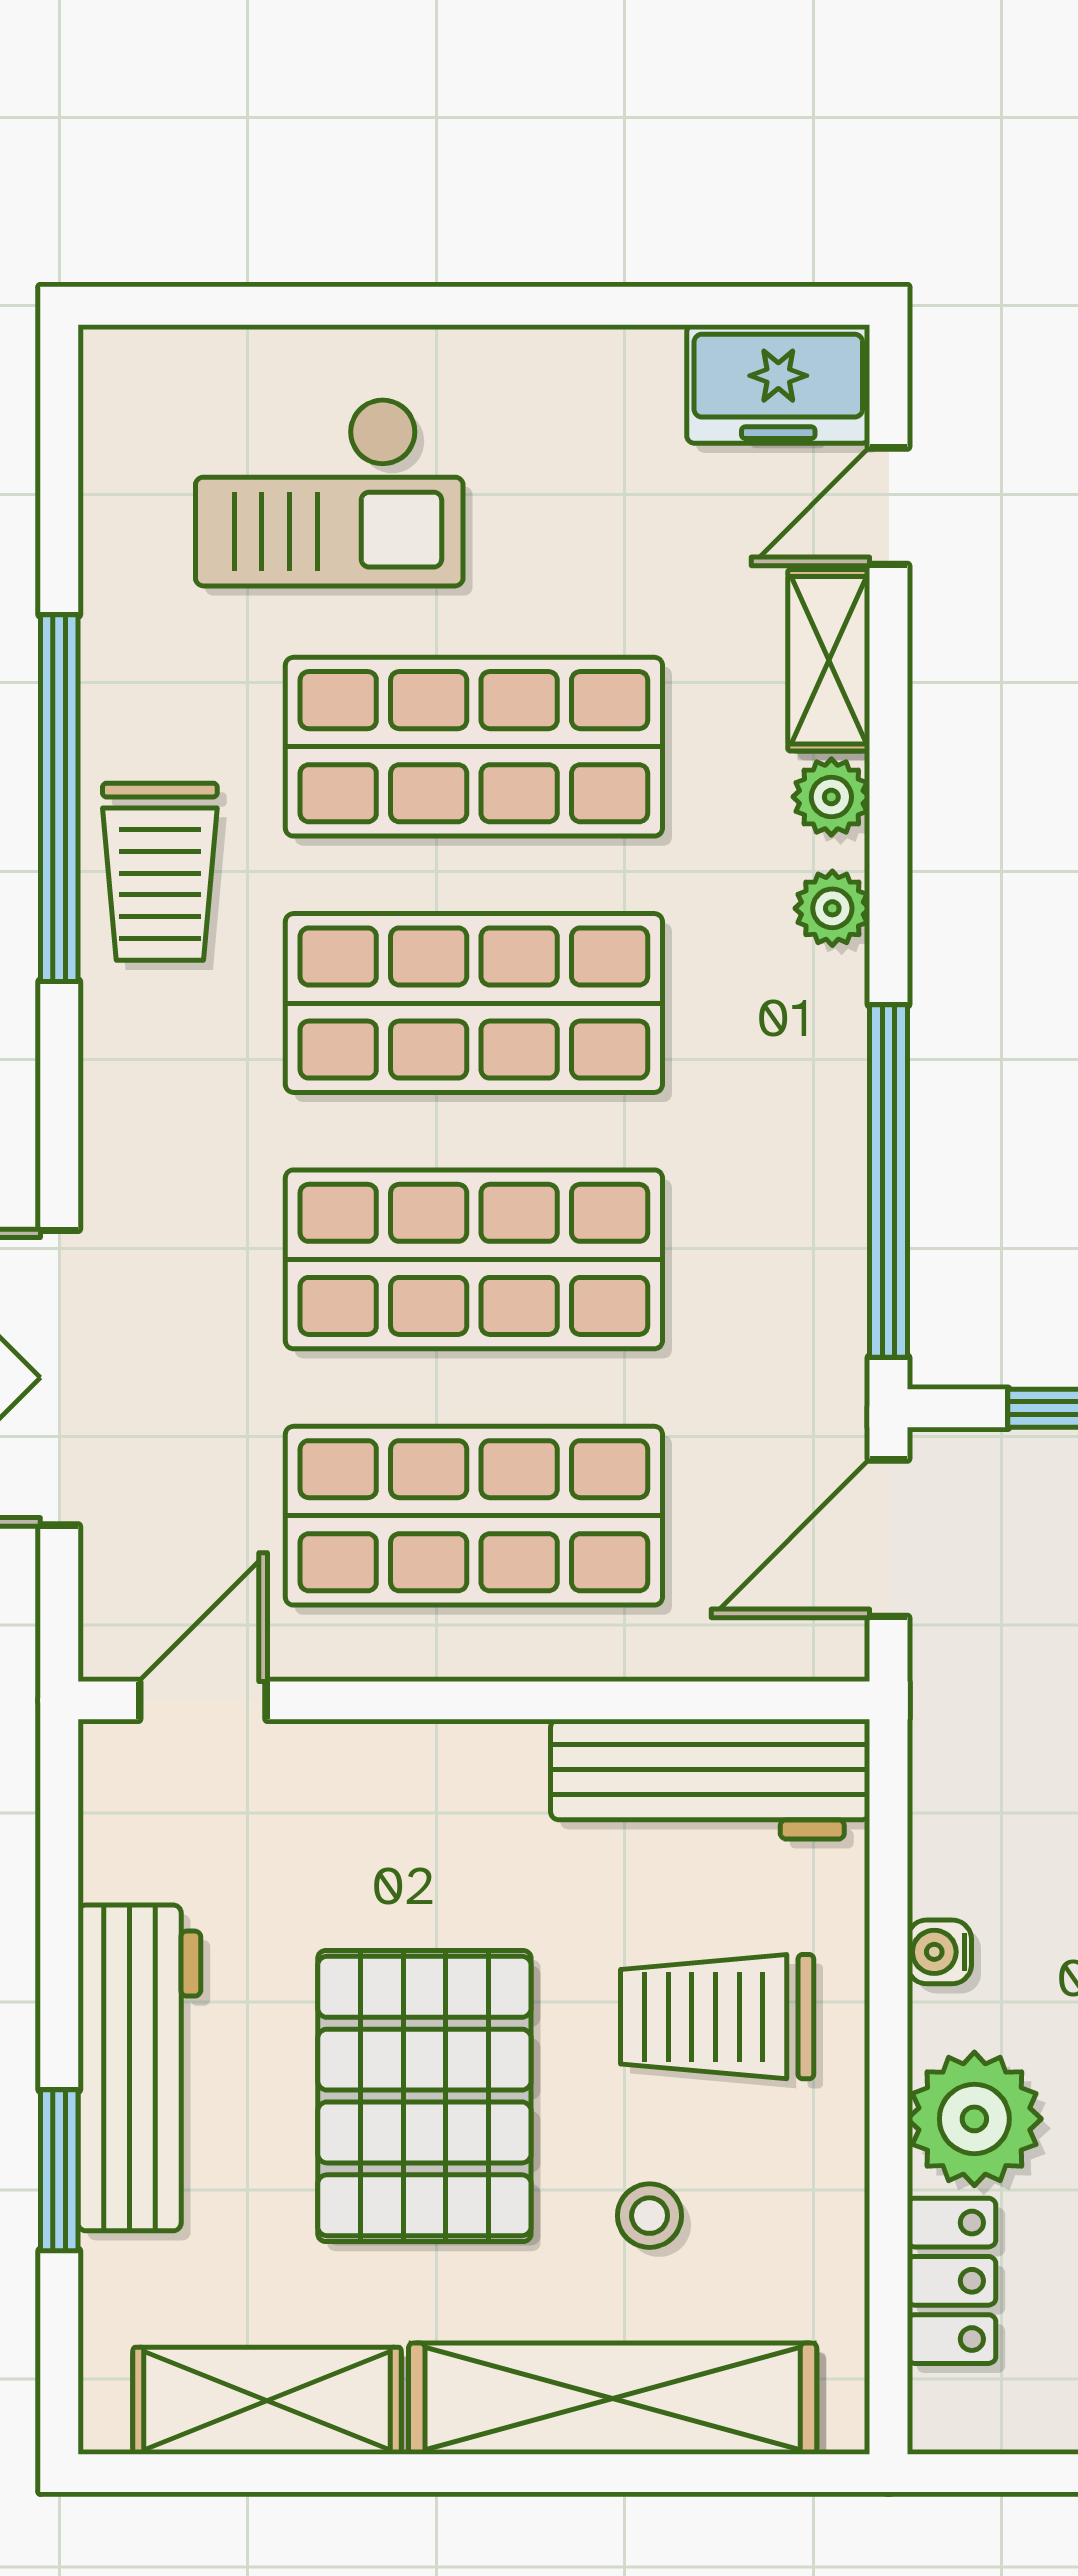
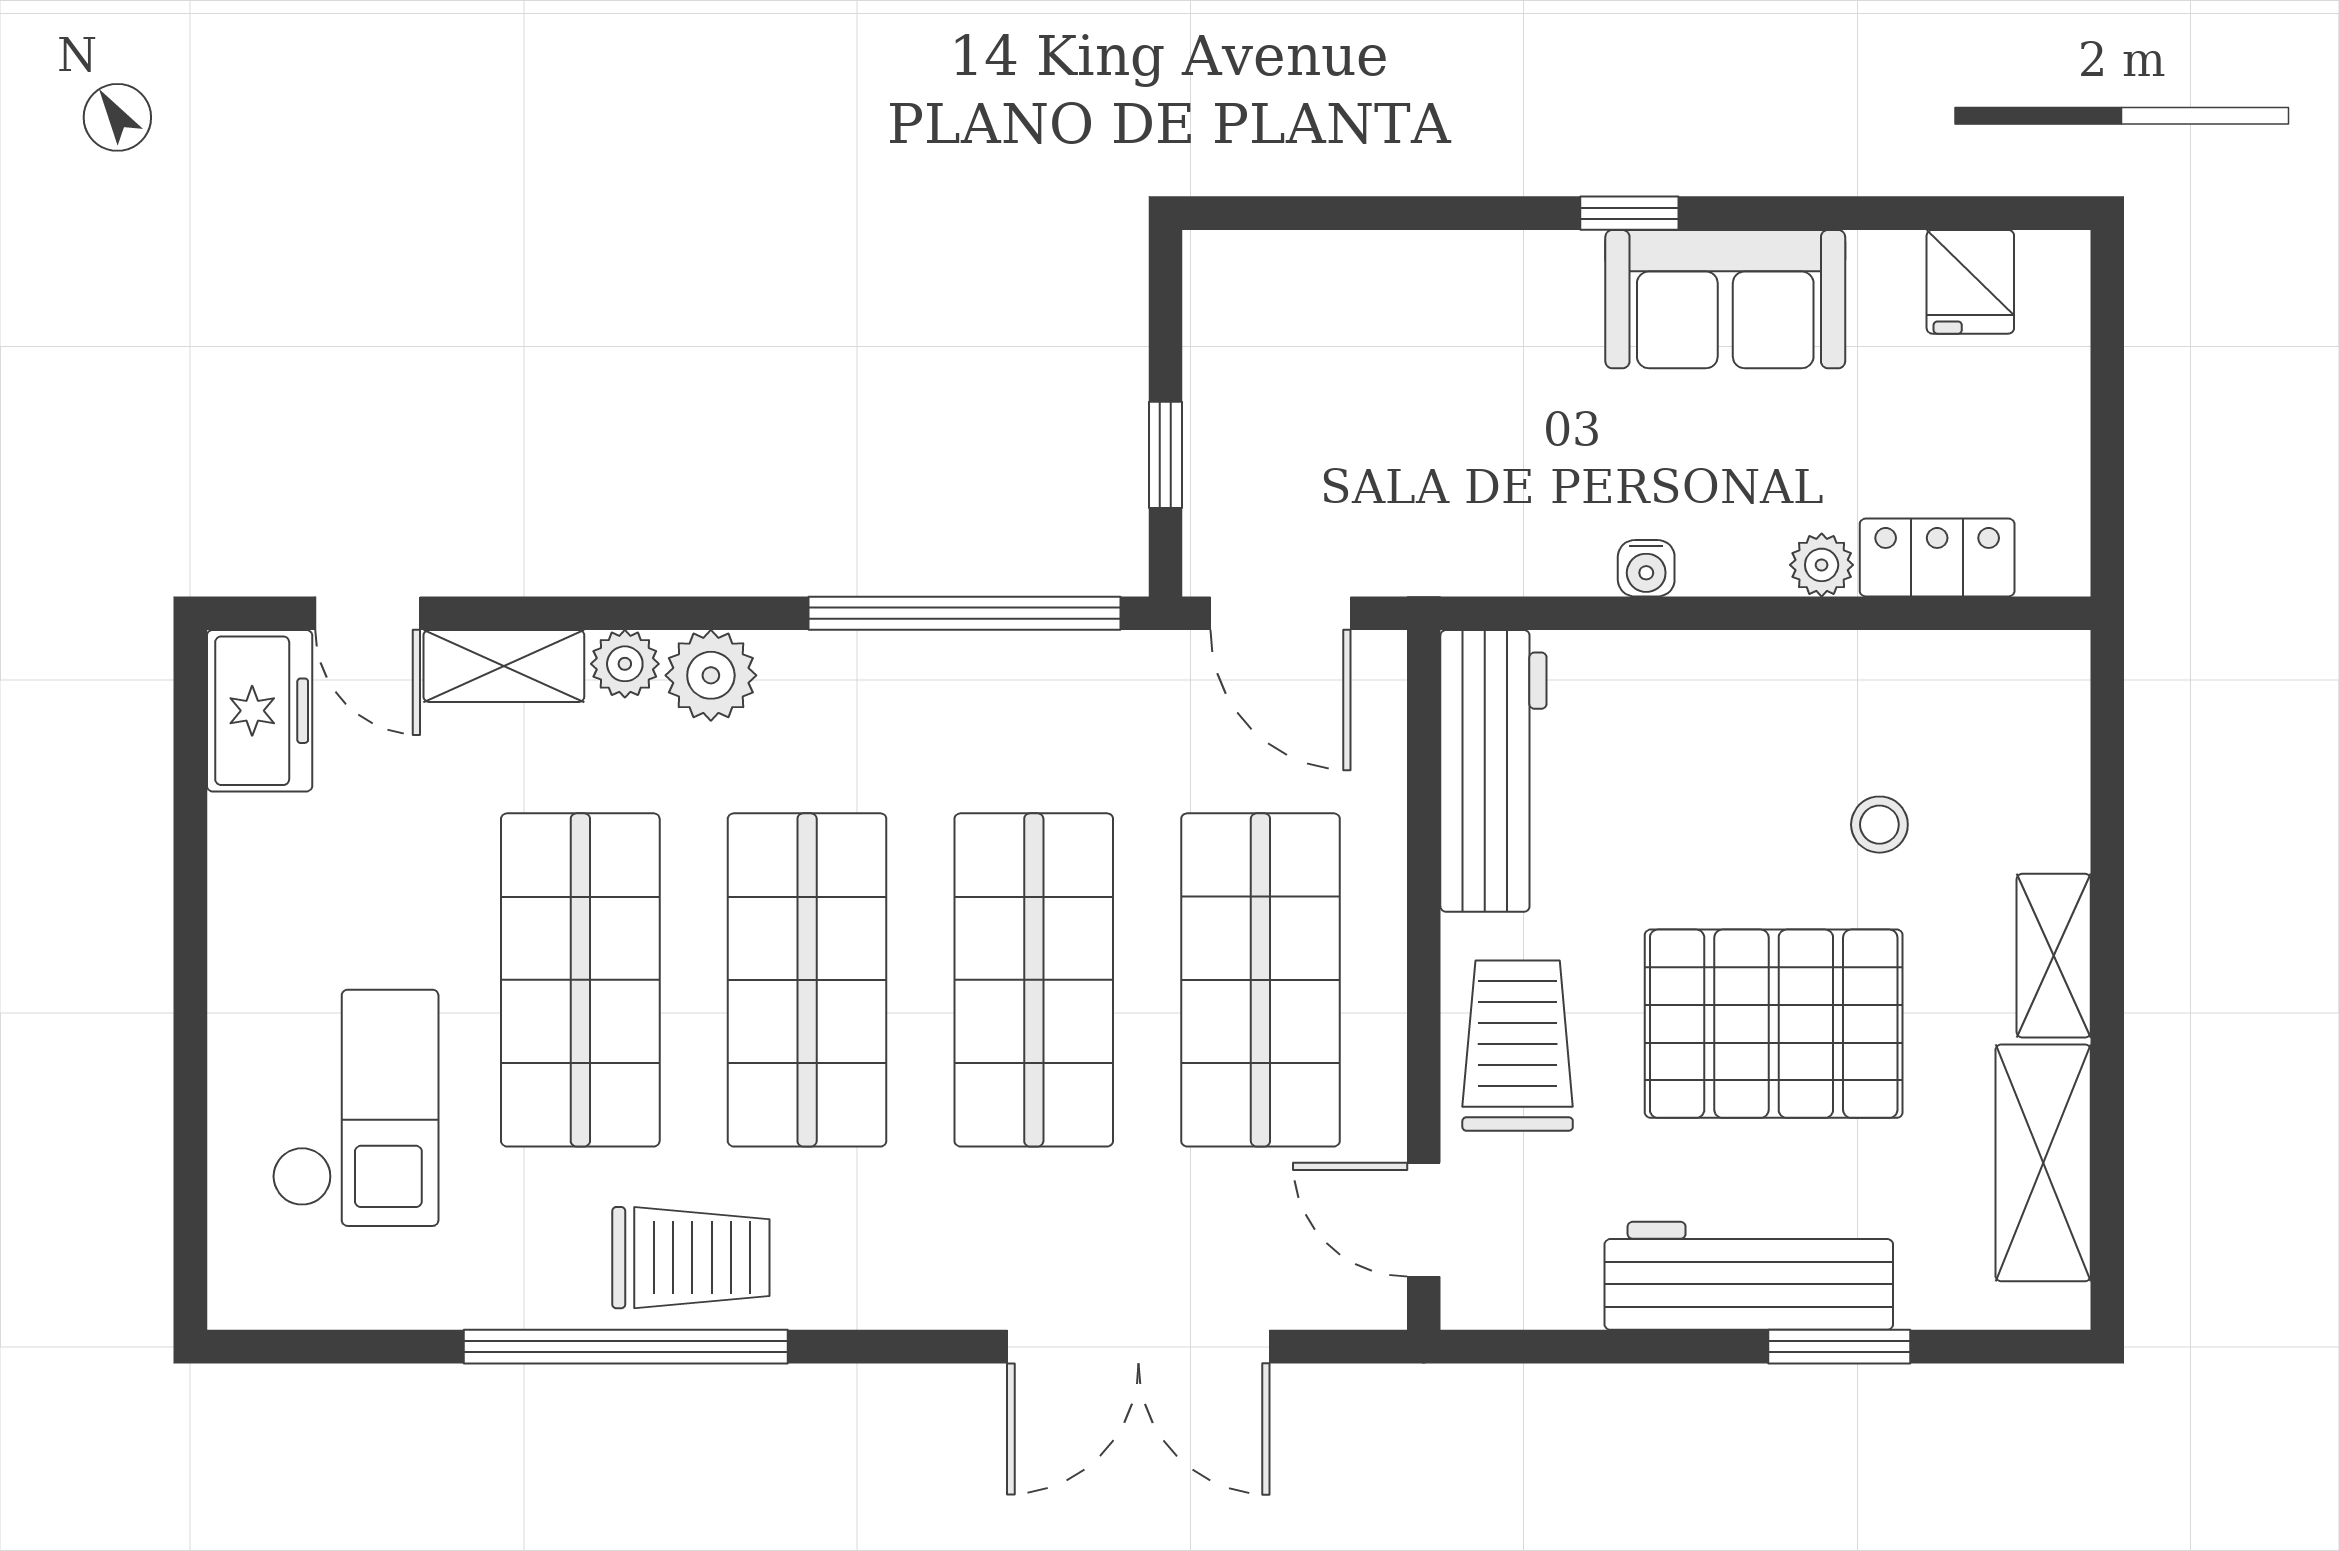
plant: (832, 908) -> (711, 675), width x1.38, depth x1.38
trolley: (717, 2017) -> (1518, 1046), moved, turned 180
plant: (974, 2119) -> (1822, 565), width x0.53, depth x0.53
shelving: (613, 2399) -> (2054, 956), width x0.45, depth x0.75

